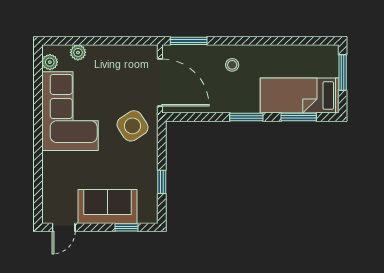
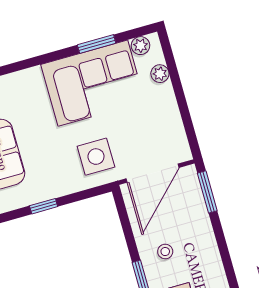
stool: (232, 65) -> (165, 252), moved
window: (38, 99) -> (97, 44), added
side table: (132, 126) -> (96, 157), turned 33

